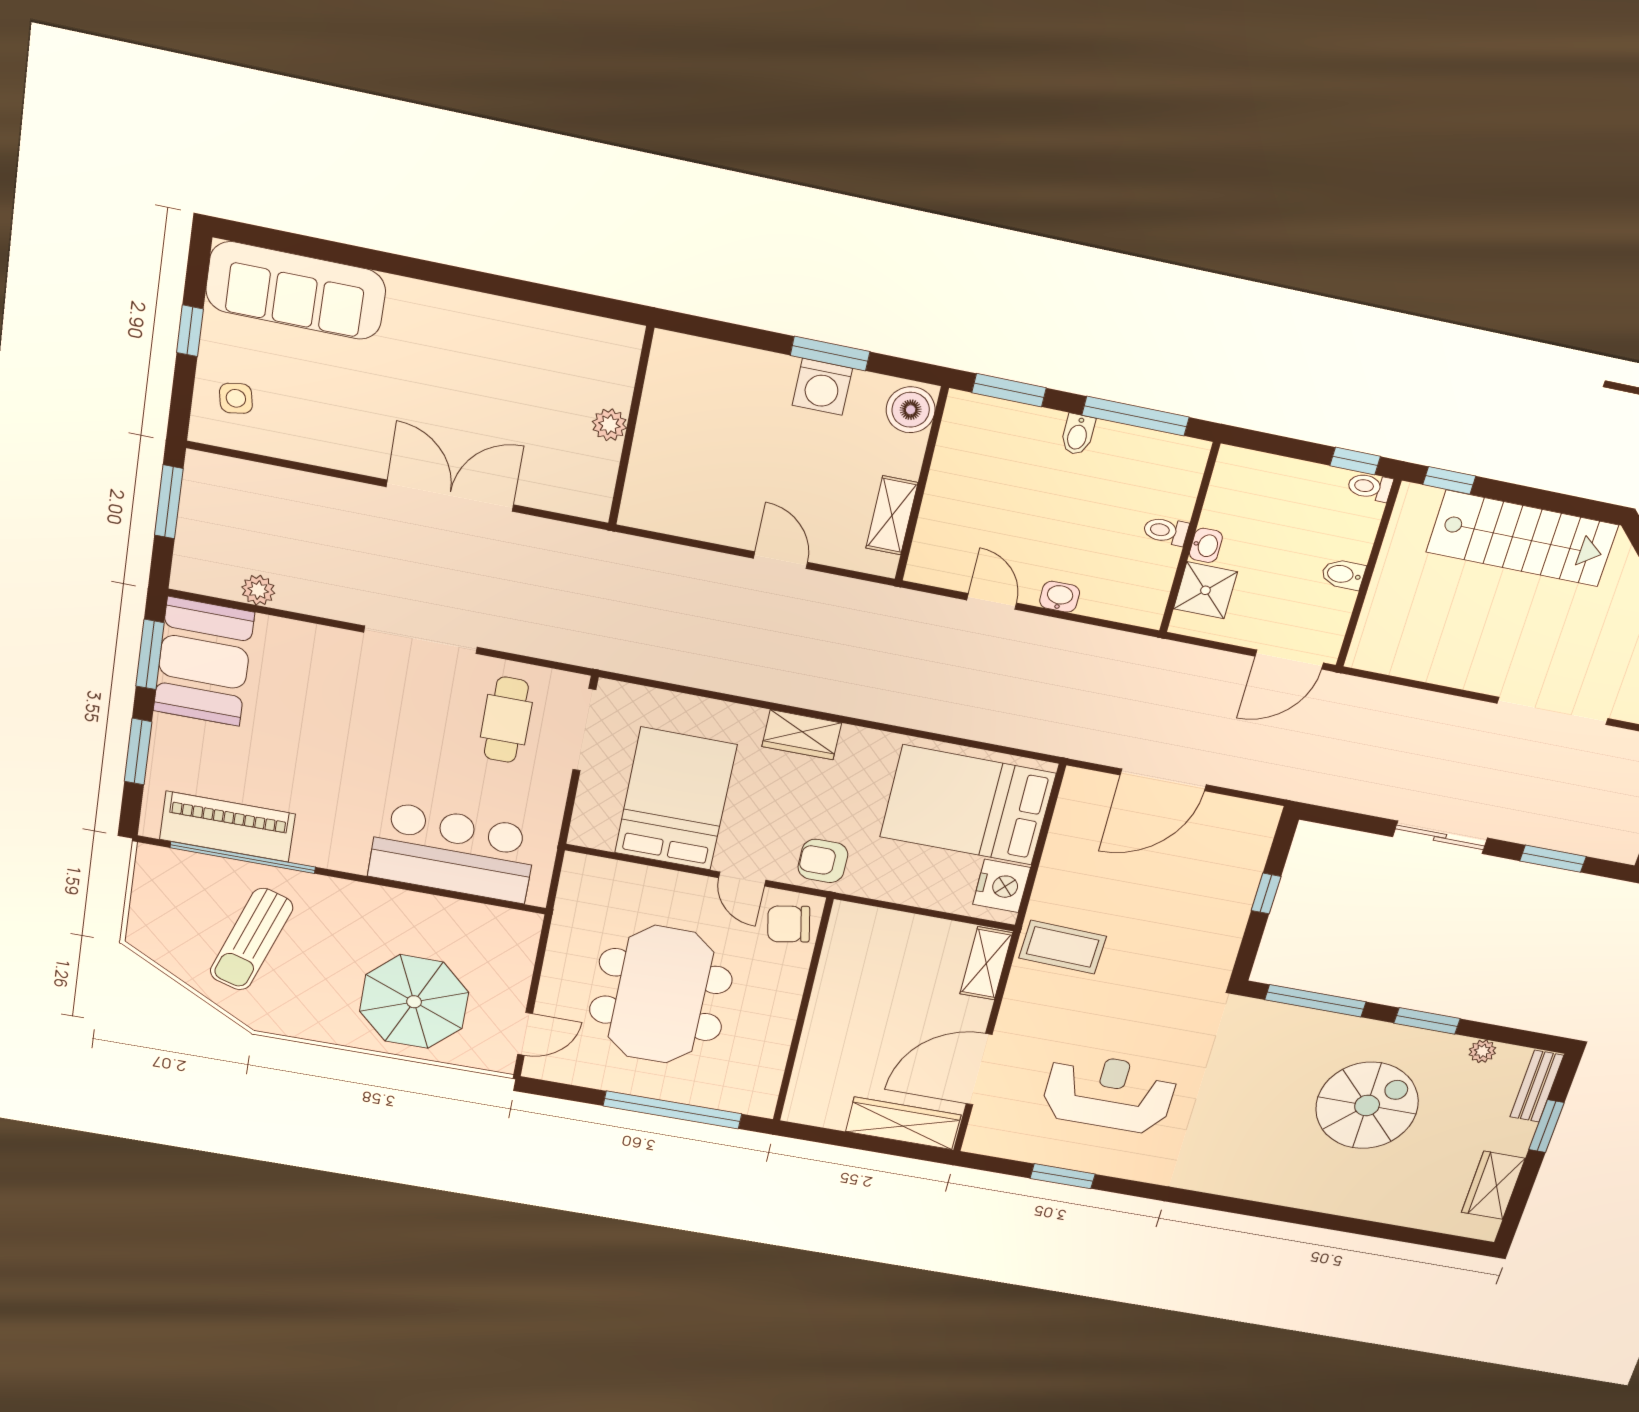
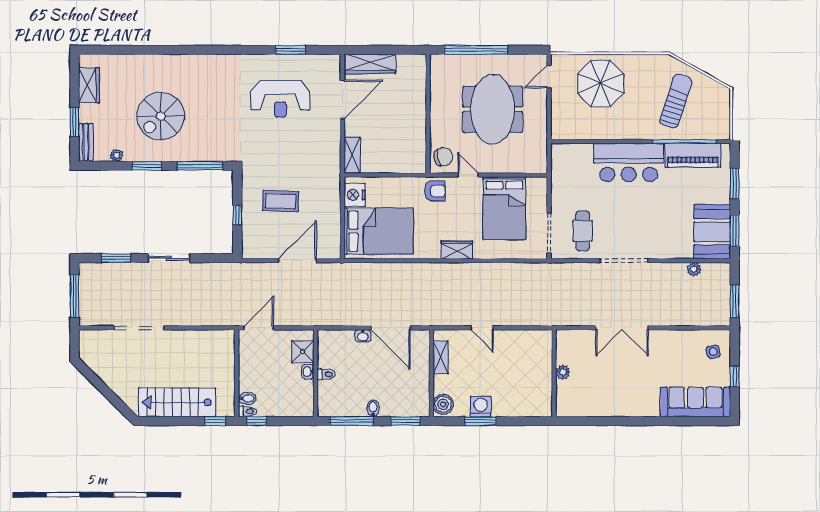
bidet: (1343, 574) -> (247, 398), moved
door: (992, 601) -> (391, 328), width x1.87
bar counter: (453, 852) -> (629, 162), moved
coffee table: (1063, 947) -> (281, 201), moved

